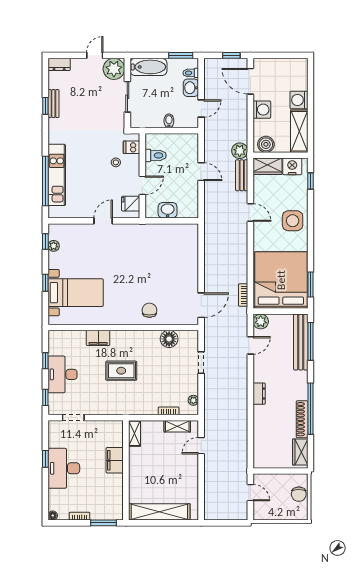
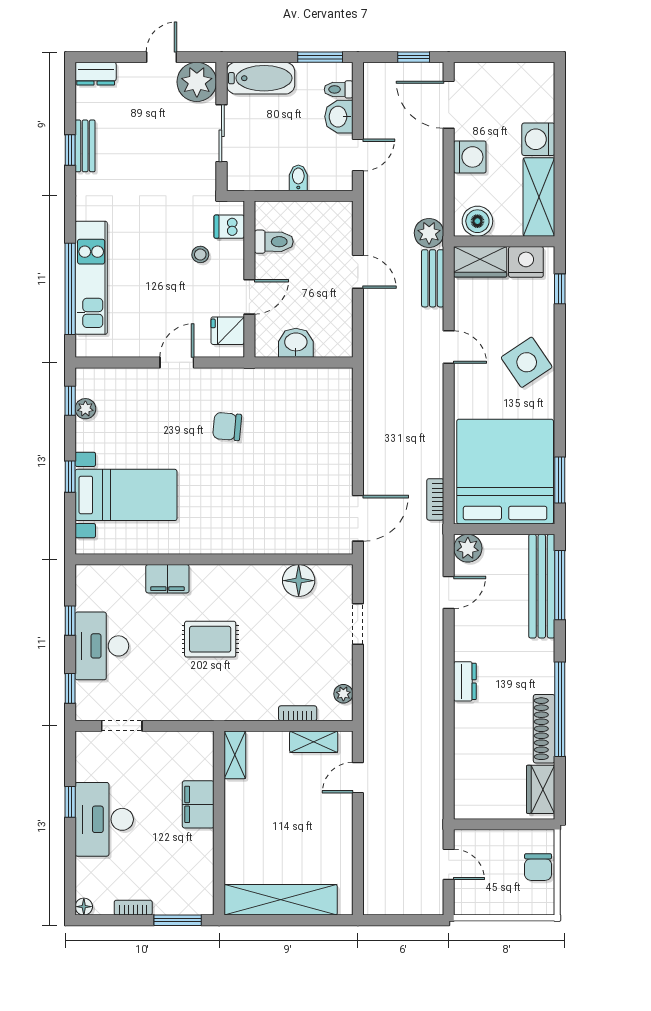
side table: (293, 221) -> (527, 362), turned -34
chair: (149, 310) -> (227, 426), moved, turned -85

